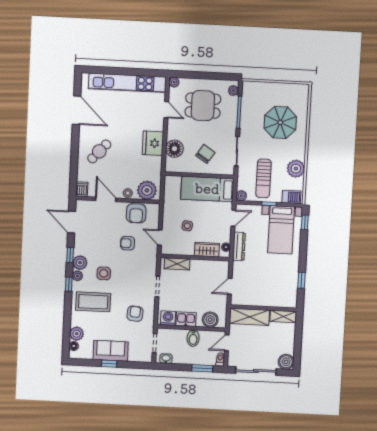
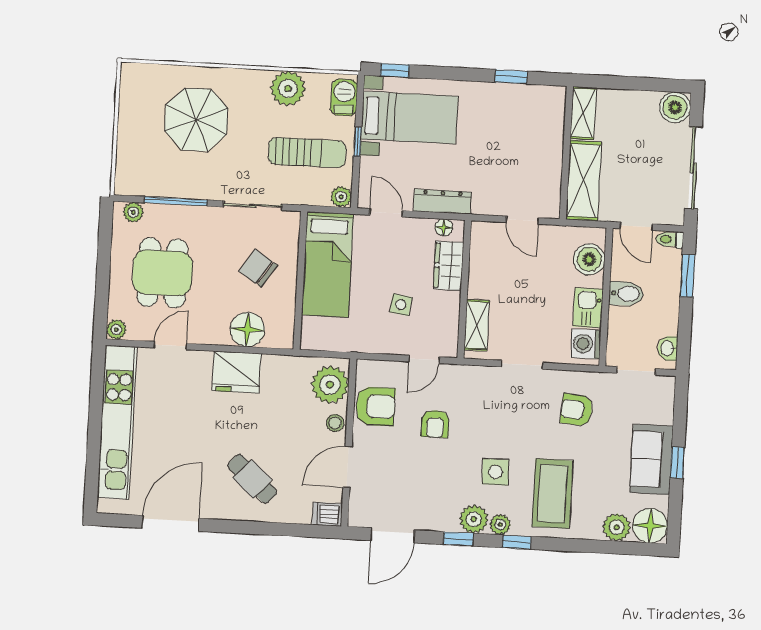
floor lamp: (74, 346) -> (650, 526), width x1.89, depth x1.89

